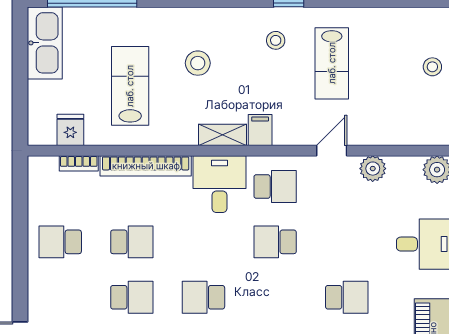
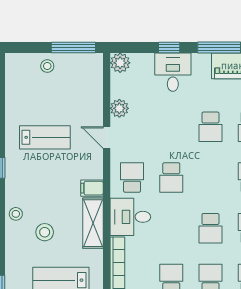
stool: (276, 40) -> (16, 214), moved
shelving: (222, 135) -> (93, 223), width x1.50, depth x1.33
school desk: (347, 297) -> (210, 127), turned 180

